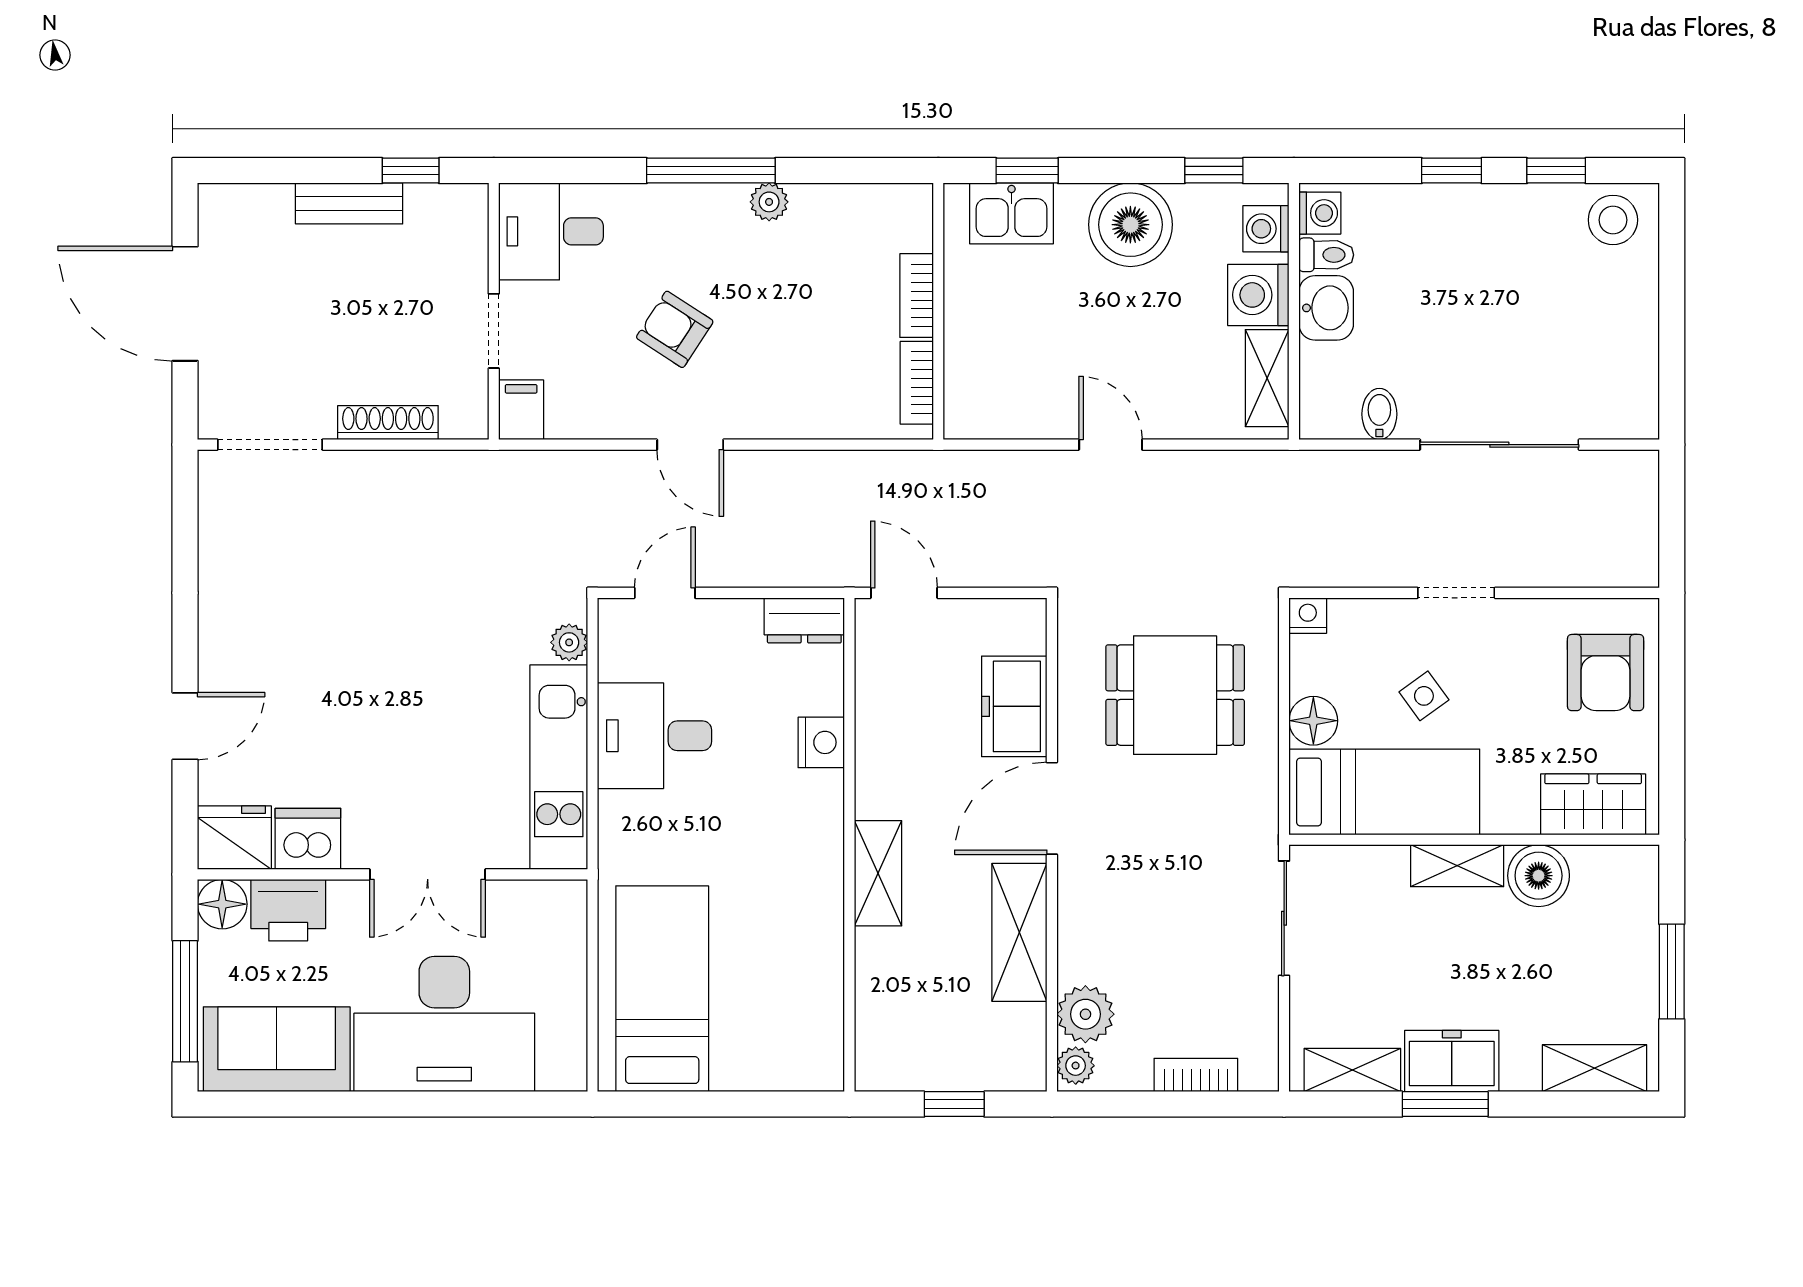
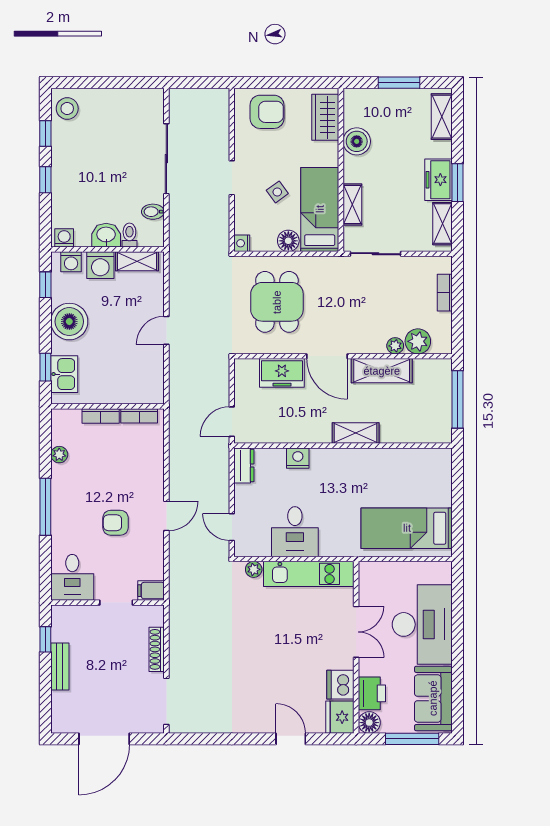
plant: (769, 202) -> (59, 455), moved
toilet: (1326, 255) -> (129, 235), moved
armchair: (675, 329) -> (115, 523), turned 57
shelving: (1457, 866) -> (352, 204), moved
plant: (1076, 1066) -> (395, 346), moved
window: (954, 1104) -> (457, 399), width x2.17

